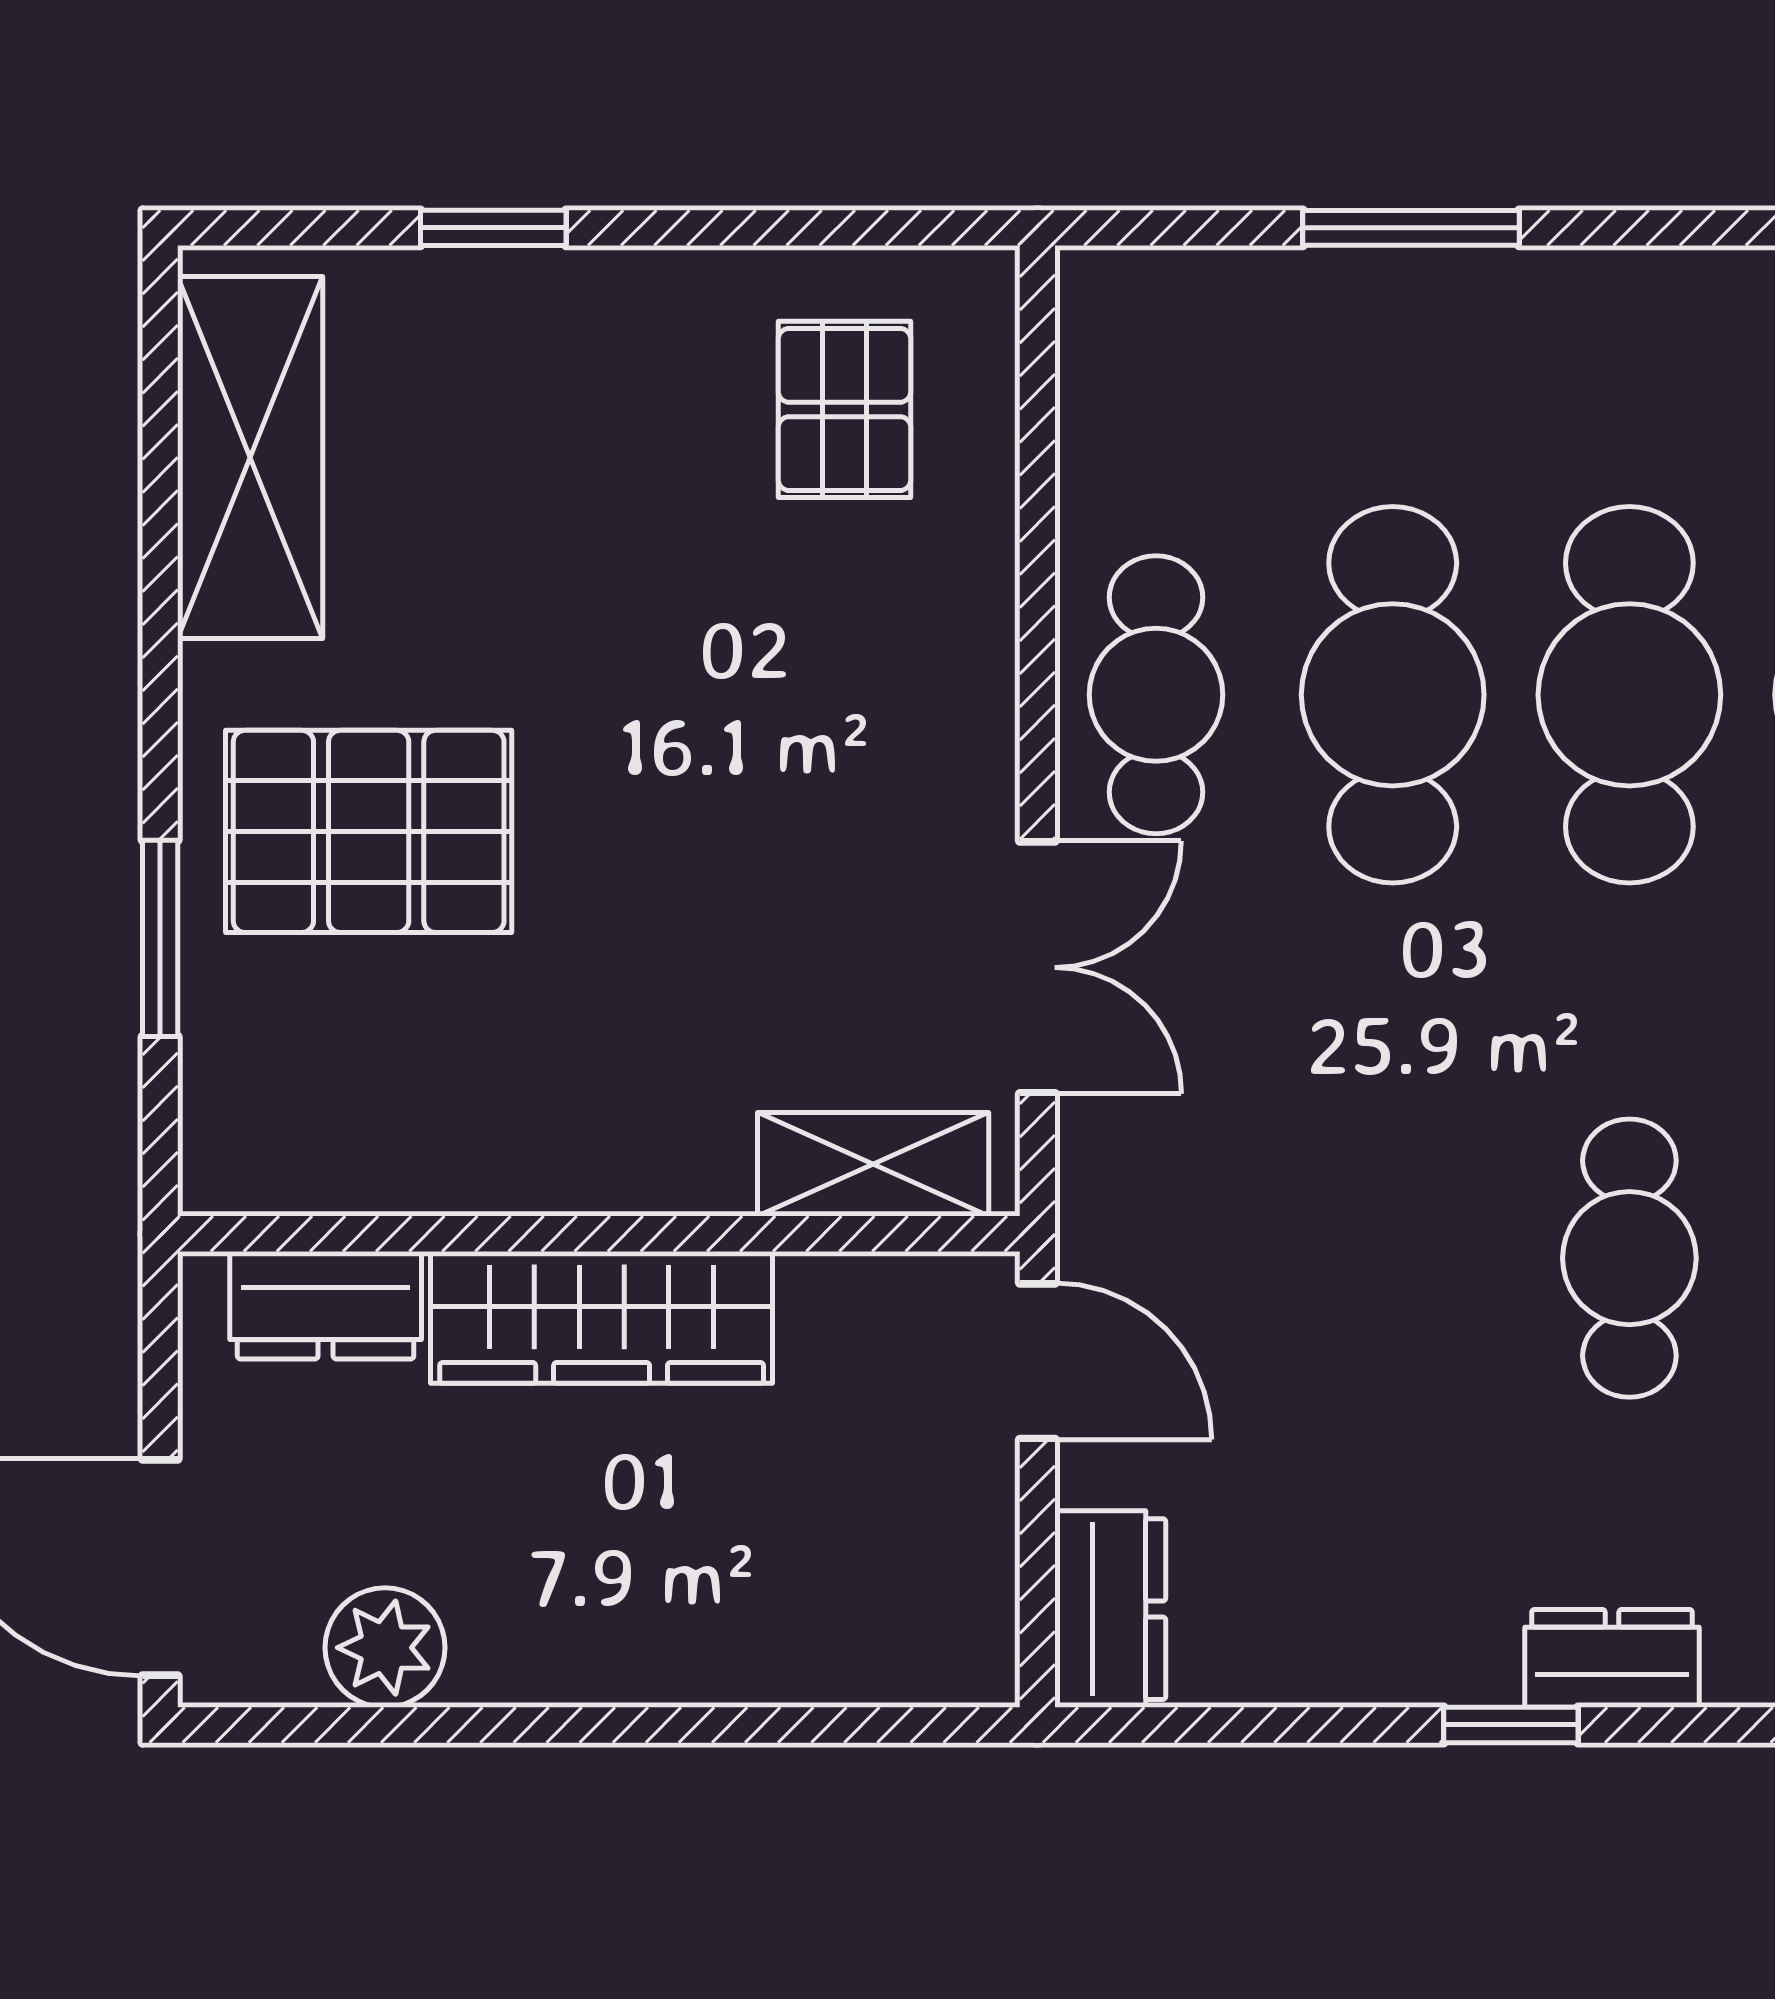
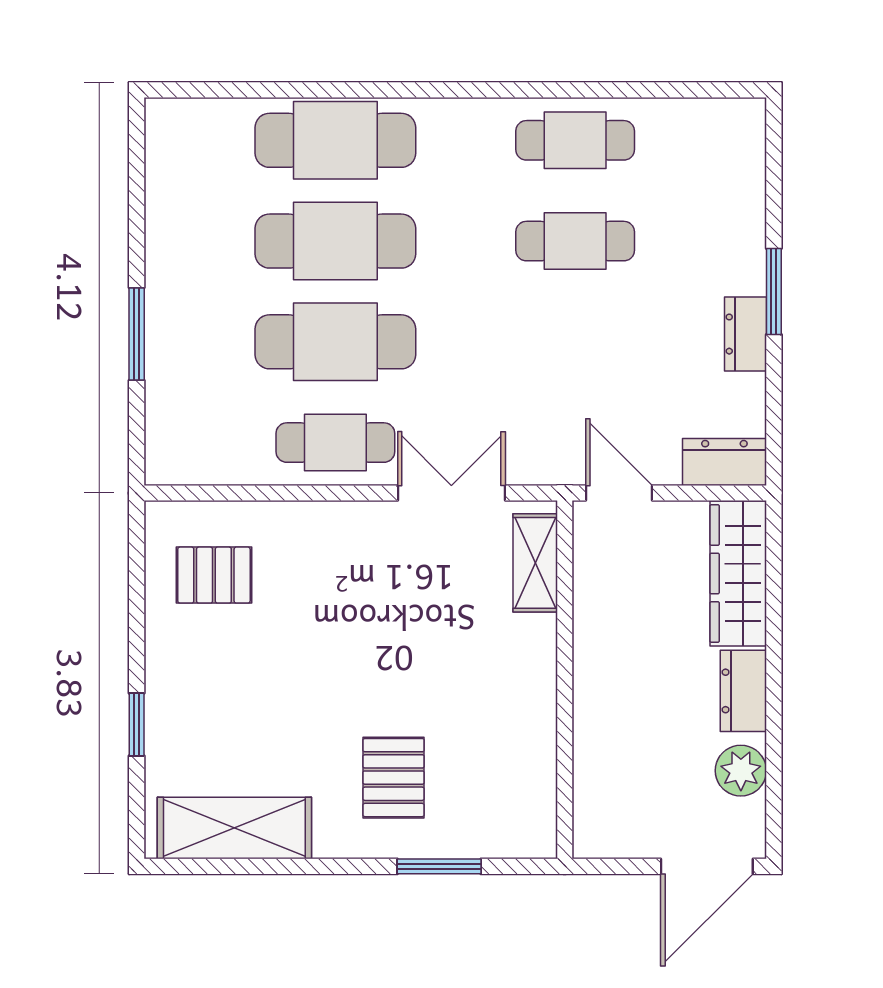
pallet: (369, 831) -> (394, 778), width x0.67, depth x0.71
dresser: (326, 1305) -> (743, 691), moved, turned 180
wardrobe: (602, 1317) -> (738, 573), moved, turned 180
door: (1037, 1361) -> (619, 493), hinge flipped
dresser: (1612, 1658) -> (745, 334), moved
window: (1511, 1725) -> (774, 291), width x1.50

